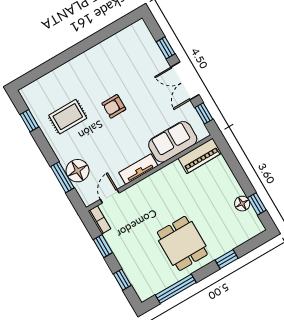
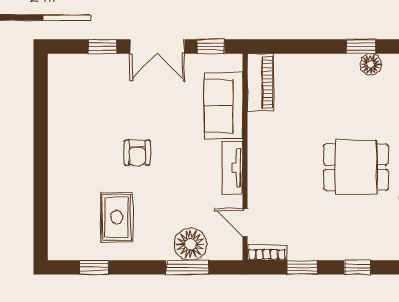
floor lamp: (242, 204) -> (371, 64), moved

